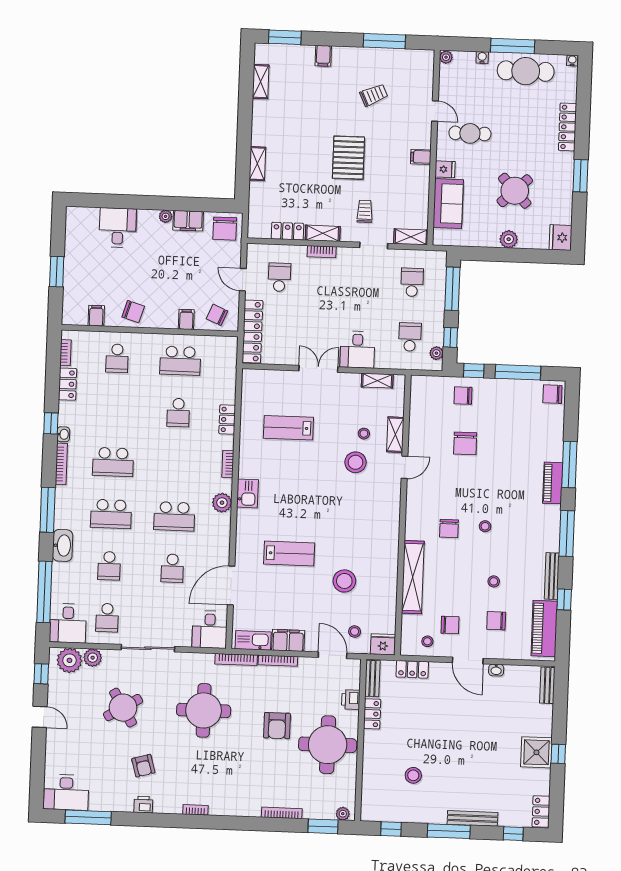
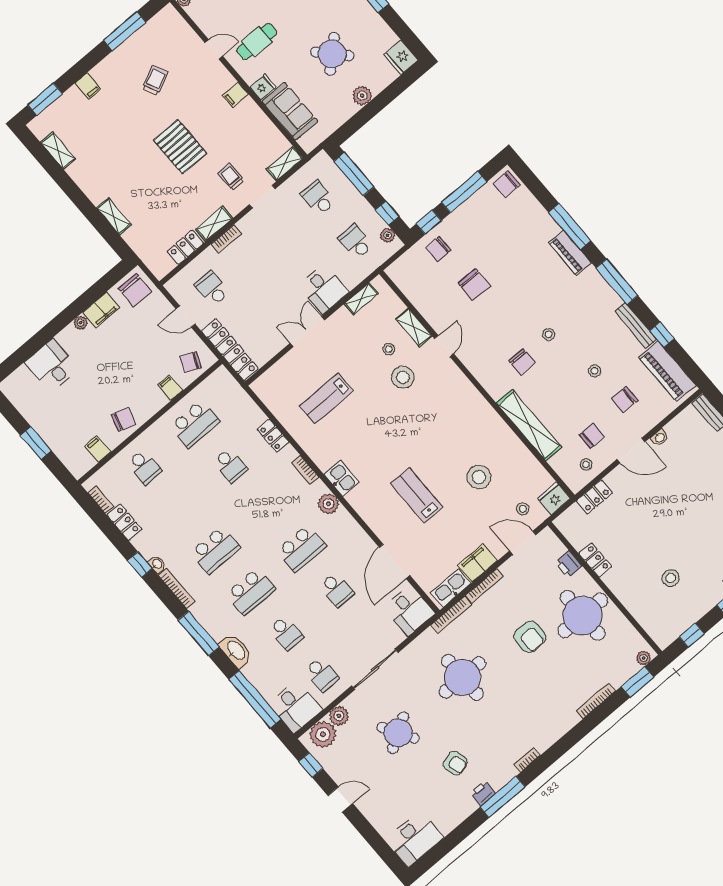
lab bench: (289, 554) -> (417, 495), turned -90
bench: (372, 679) -> (570, 532), removed
window: (88, 817) -> (503, 797), moved

